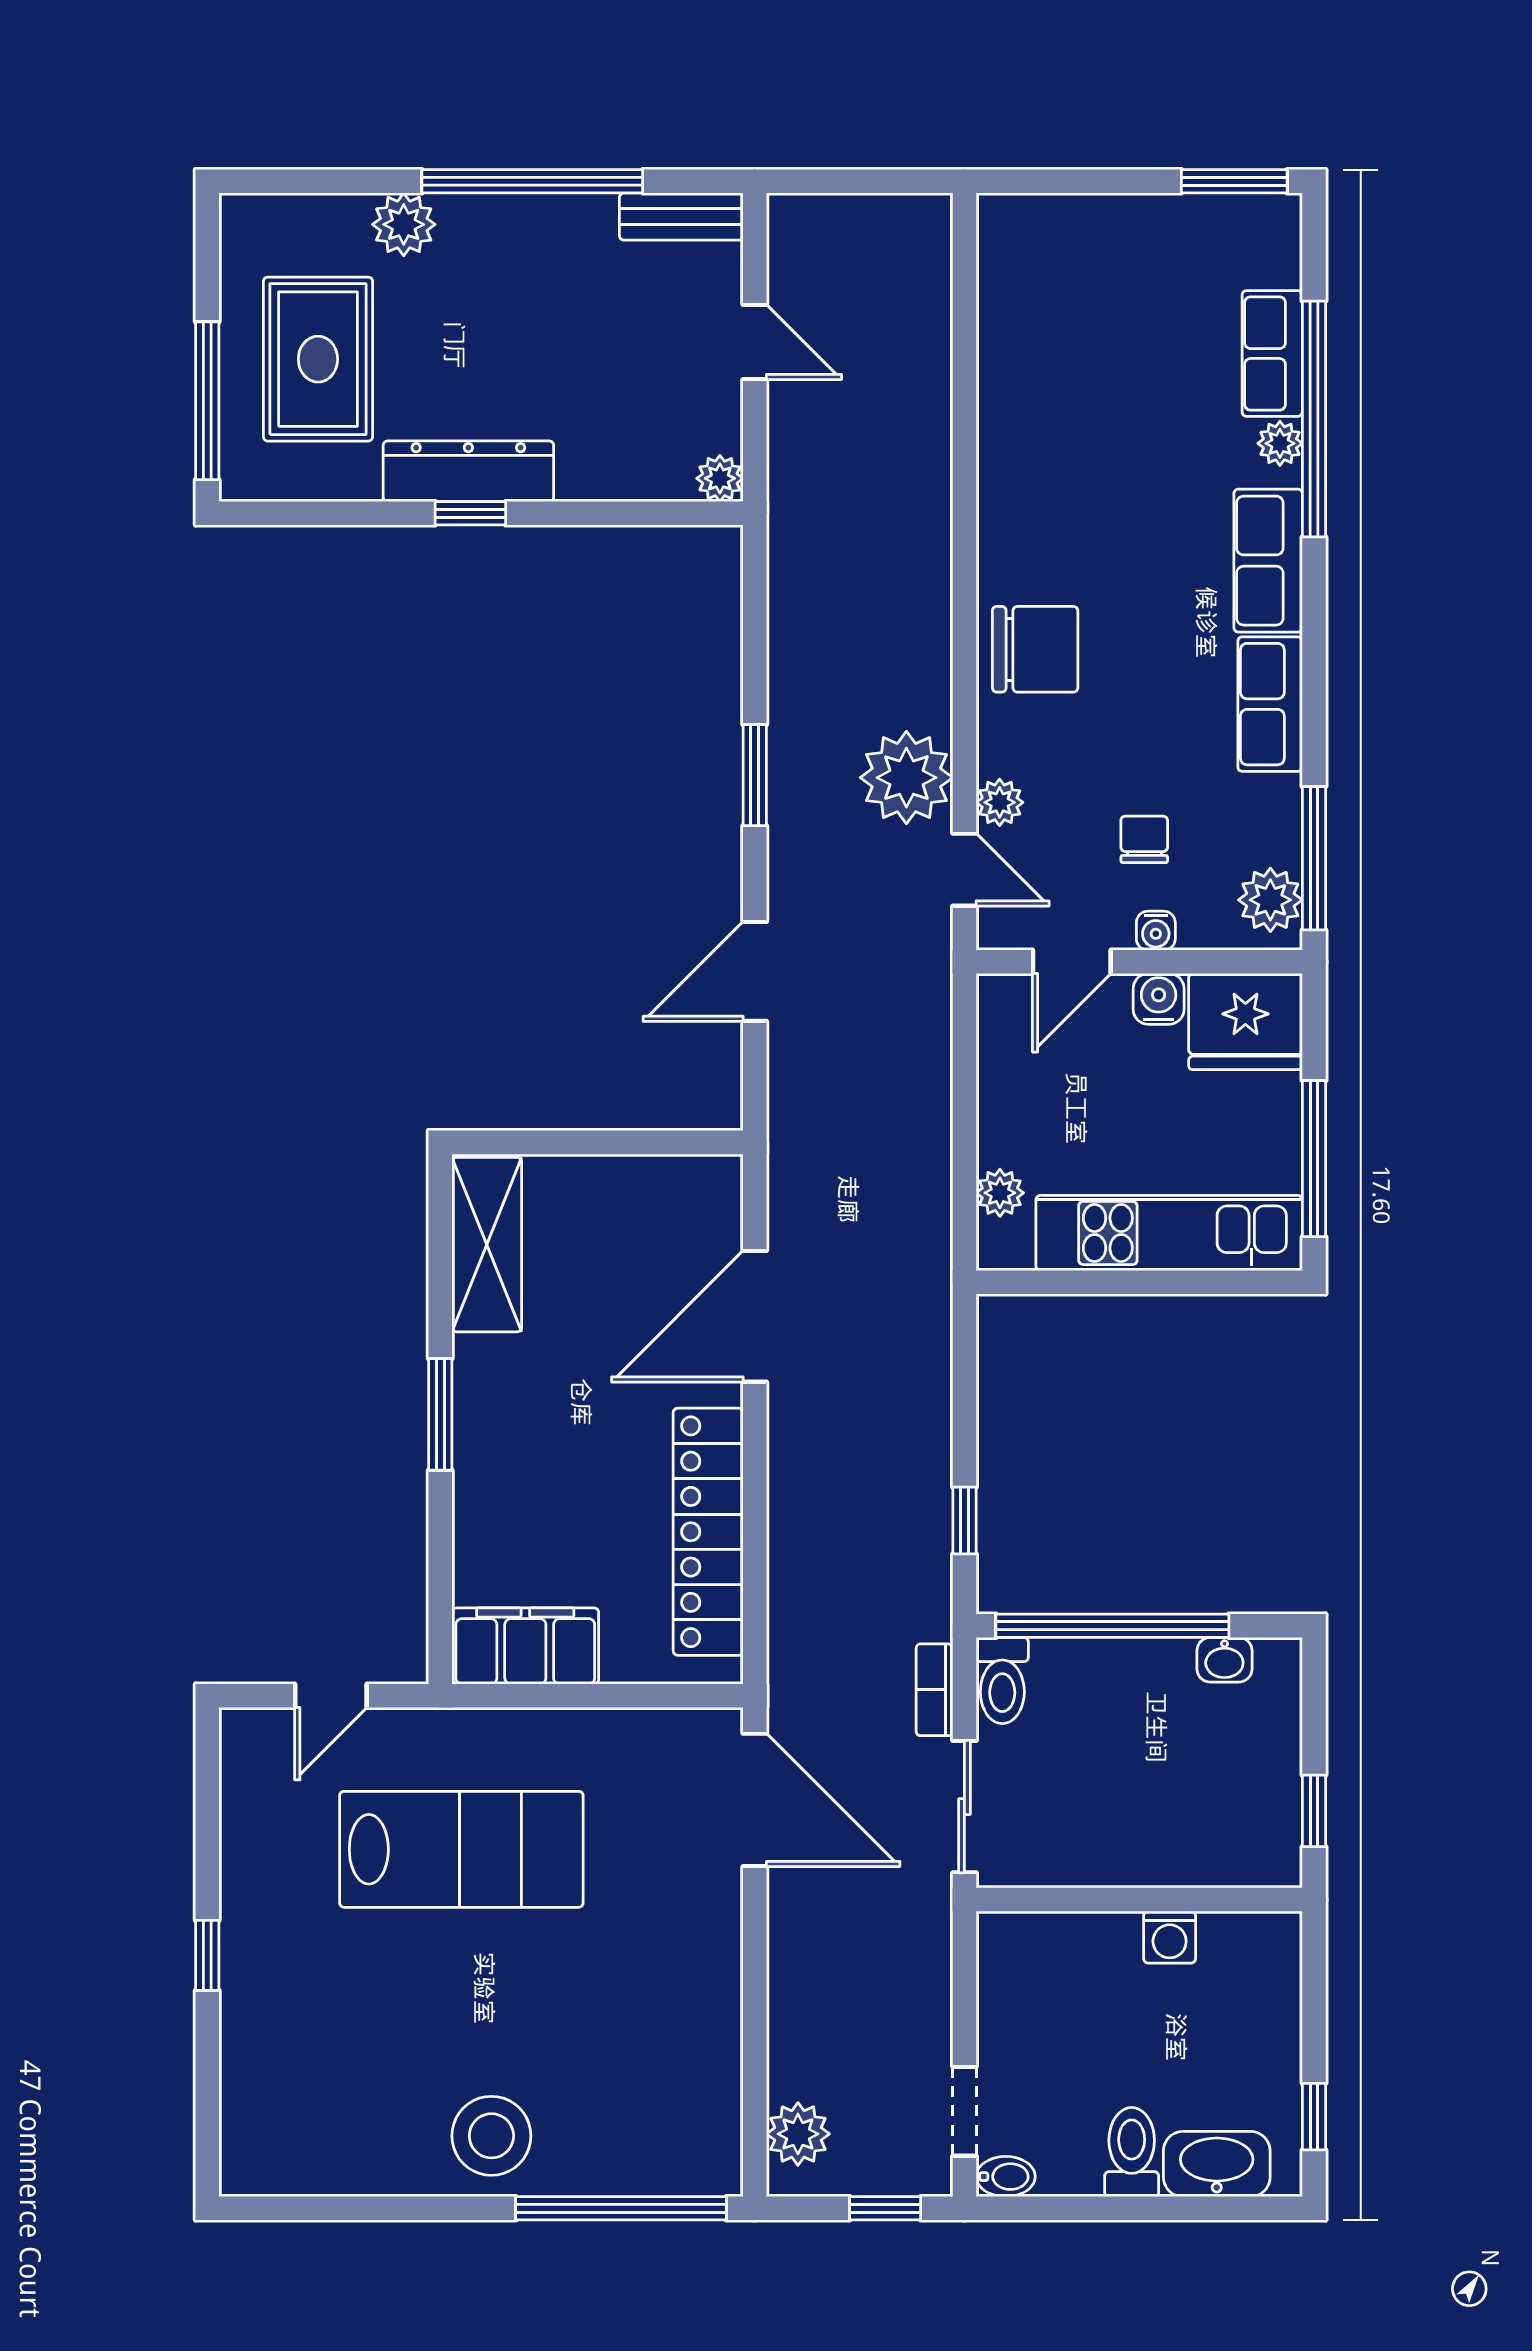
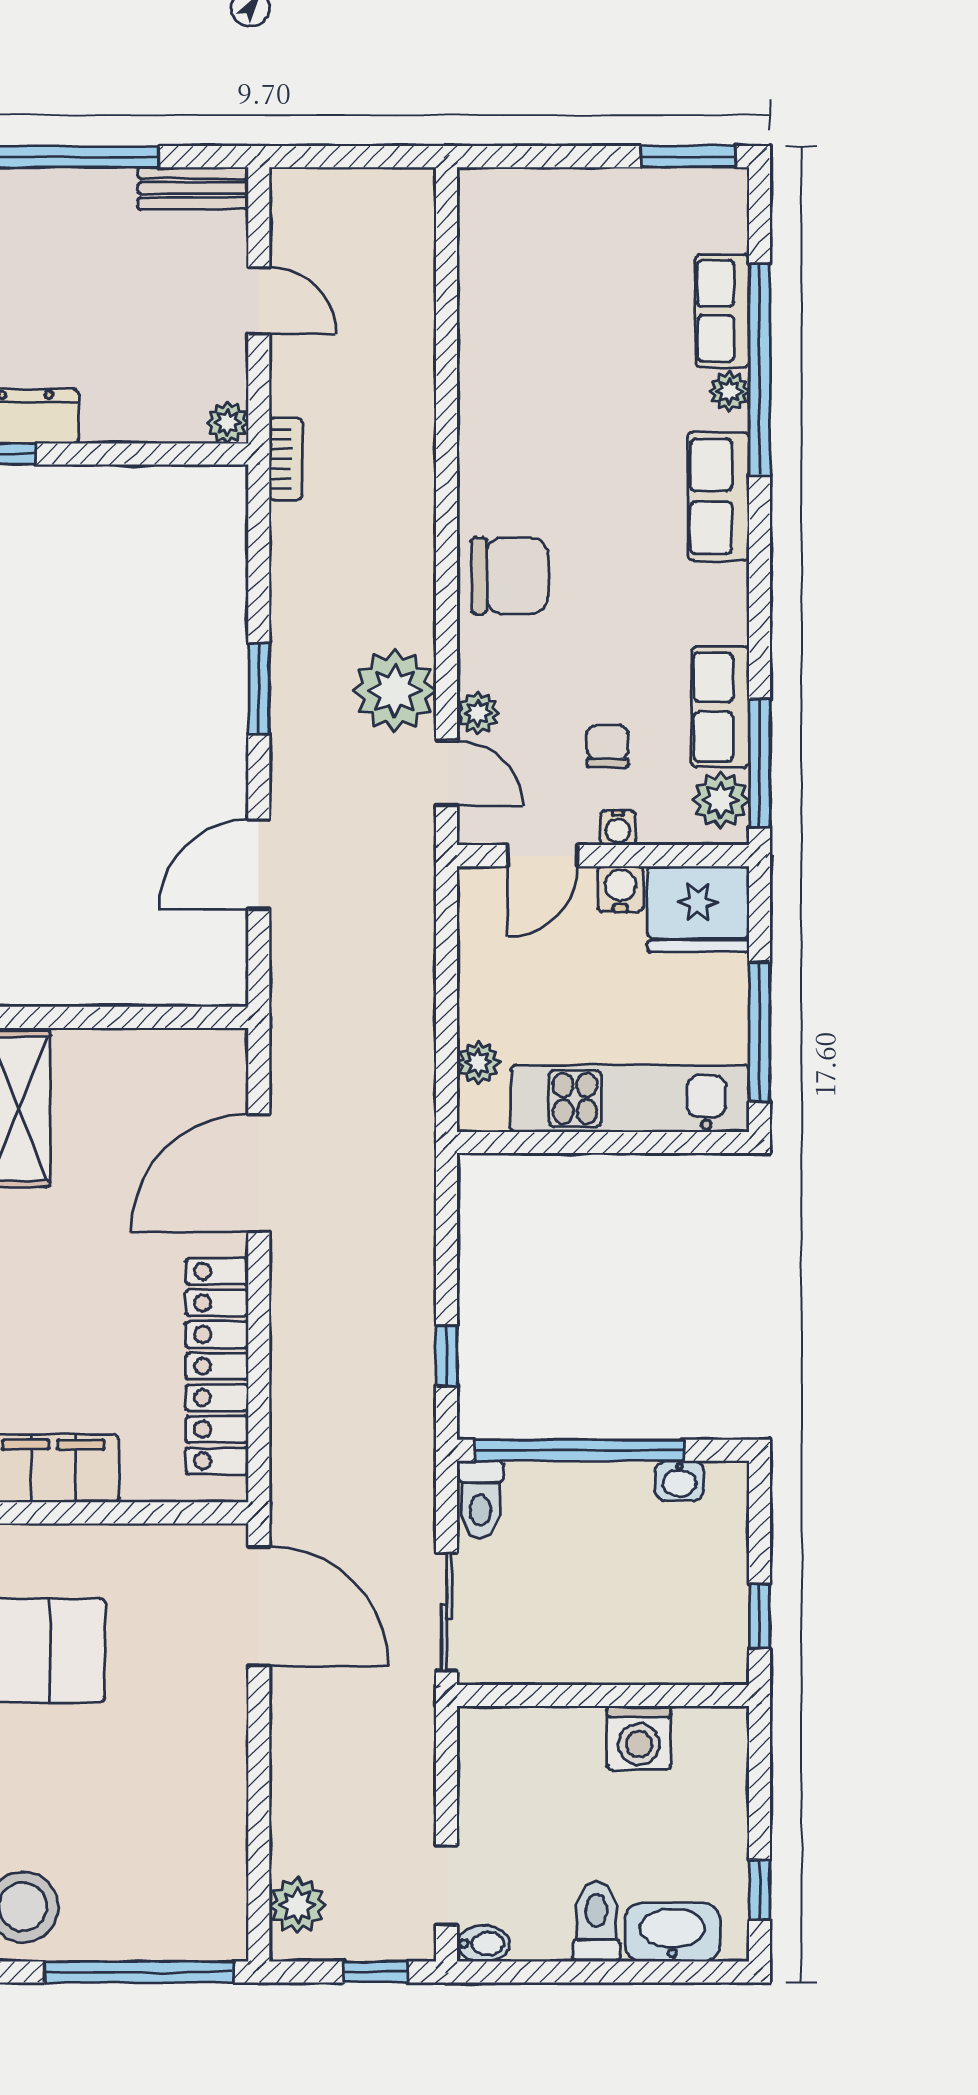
row of seats: (1270, 704) -> (720, 707), moved
bookcase: (934, 1690) -> (286, 459), moved, turned 180
washing machine: (1170, 1937) -> (639, 1738), width x1.38, depth x1.38

